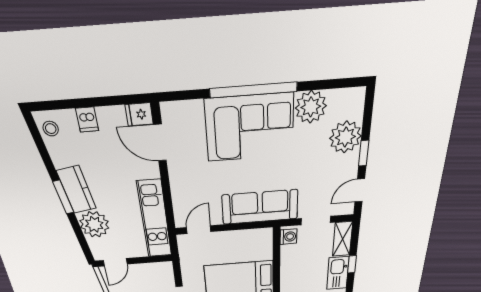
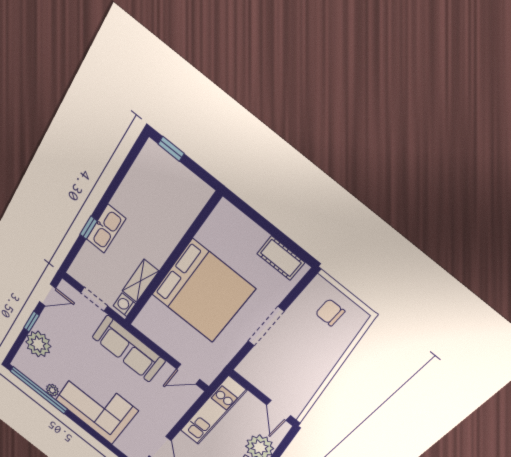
window: (253, 90) -> (39, 390), moved
plant: (311, 107) -> (52, 390), width x0.53, depth x0.53
shelving: (343, 239) -> (140, 281), moved
door: (115, 262) -> (279, 410), swing flipped

